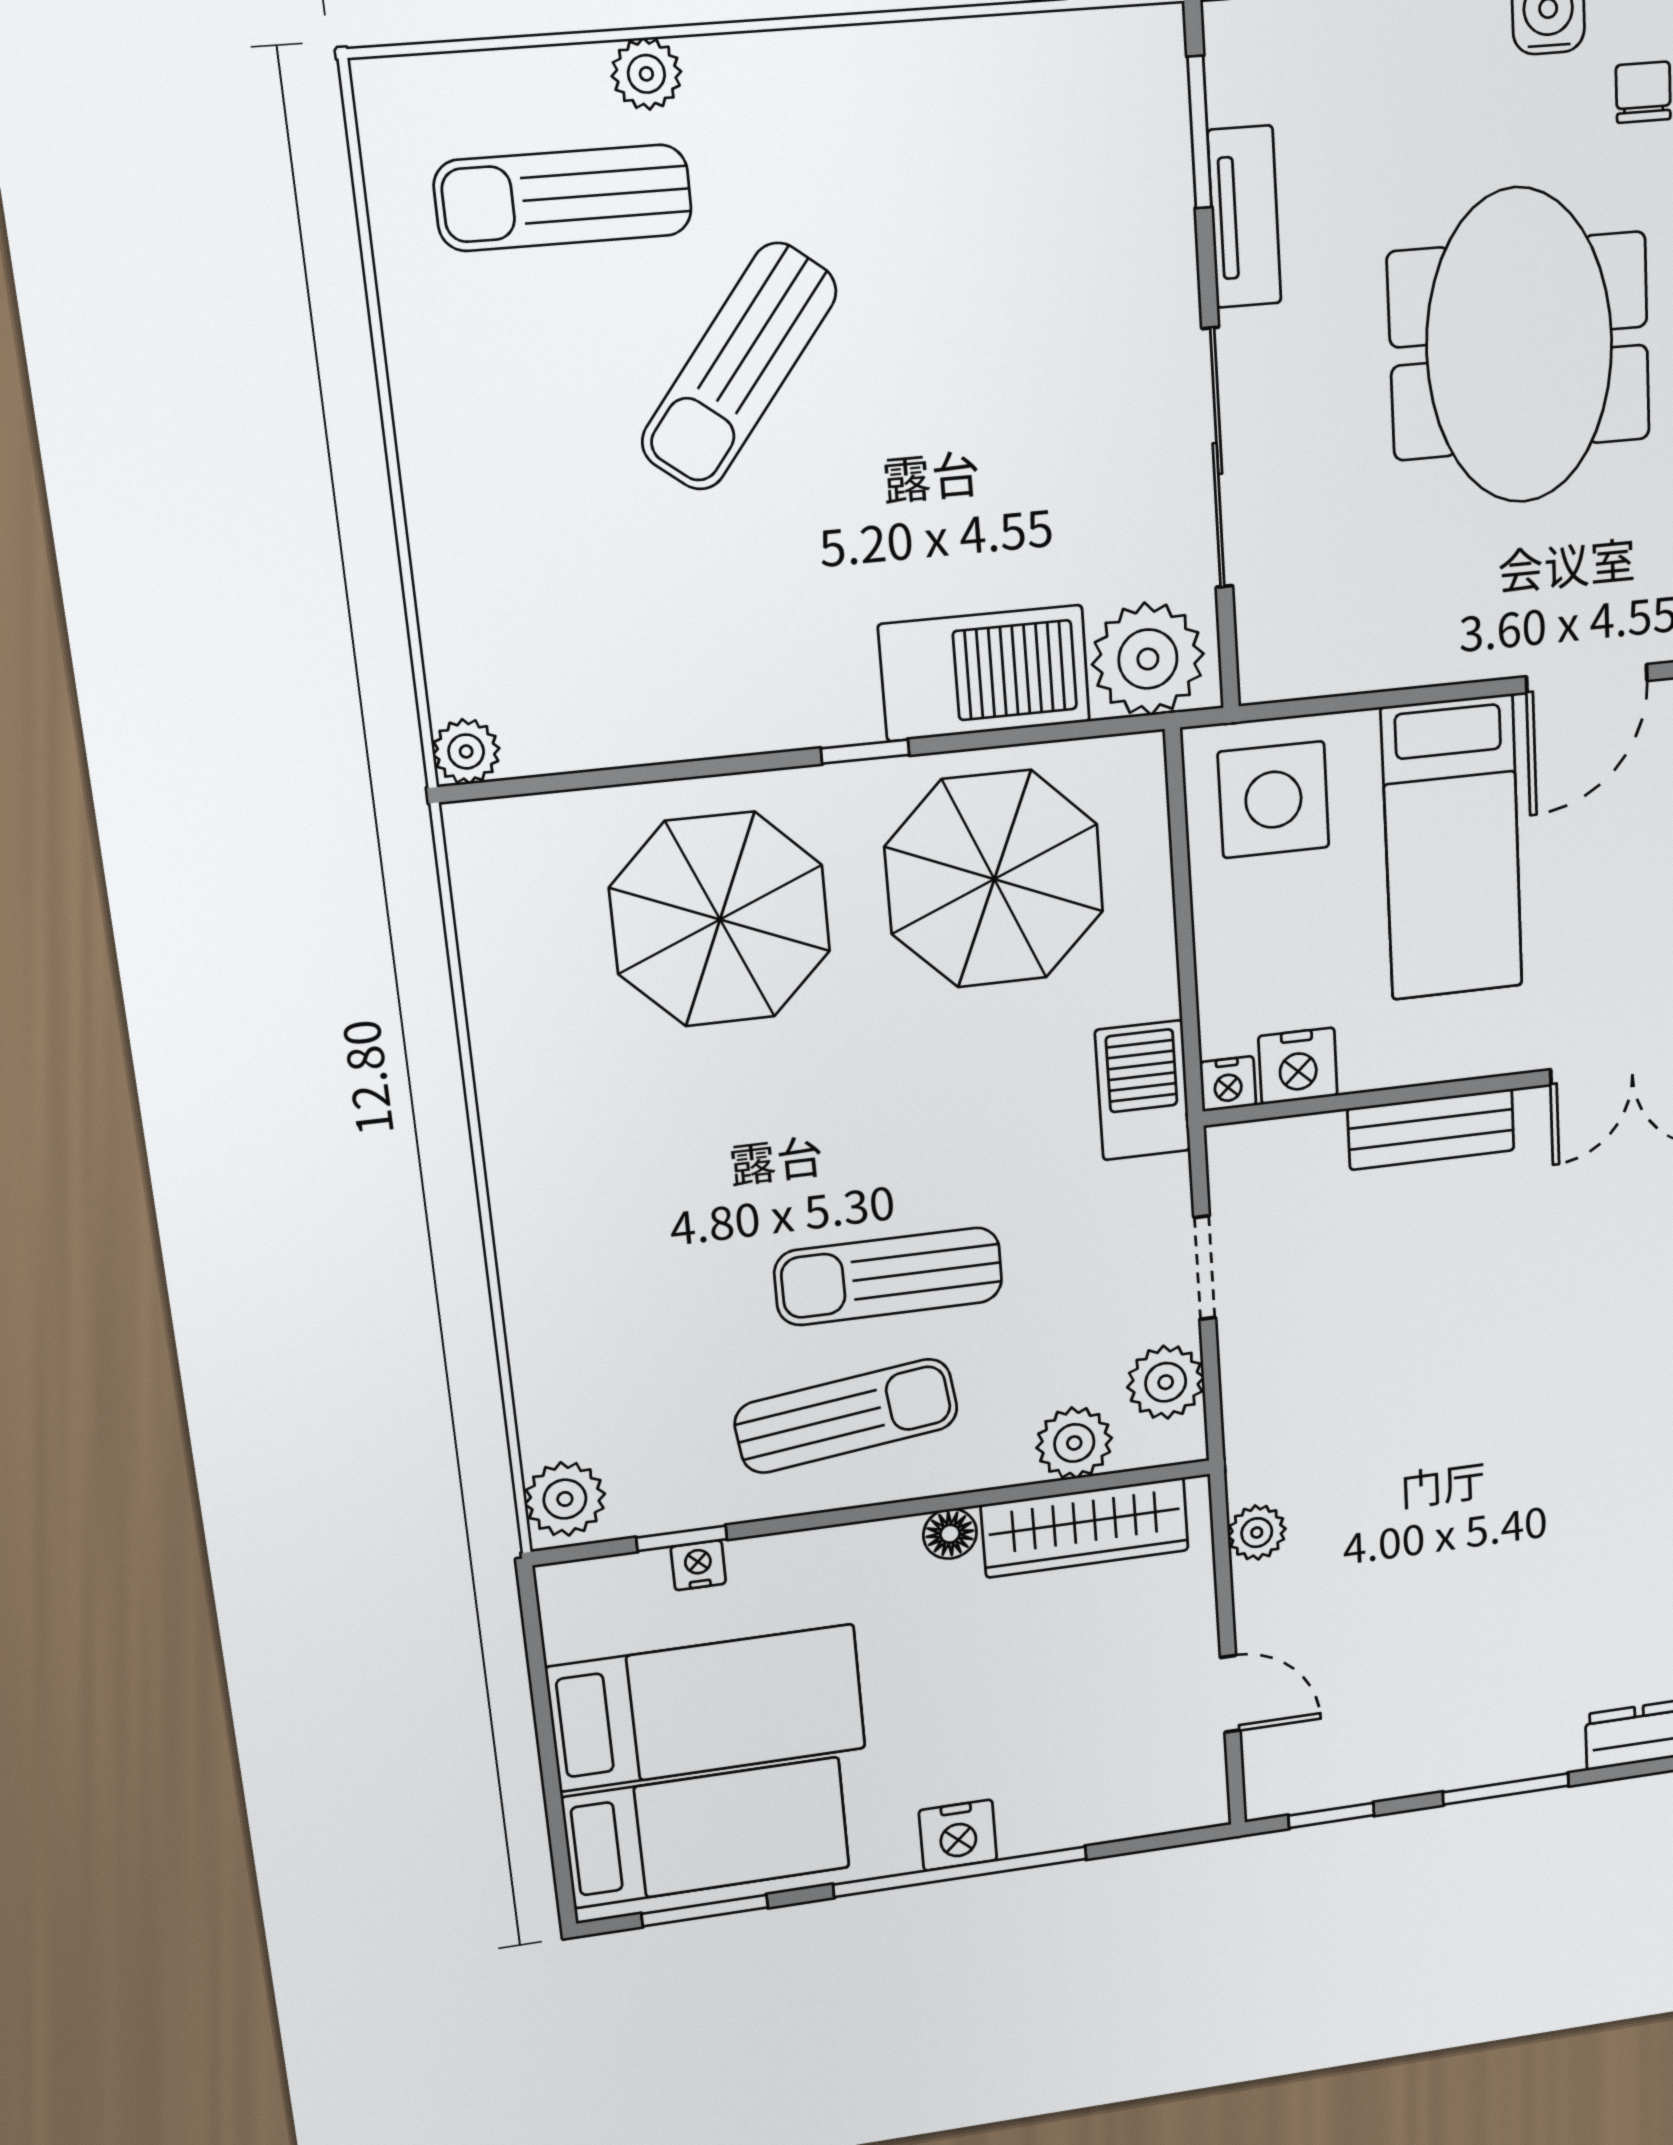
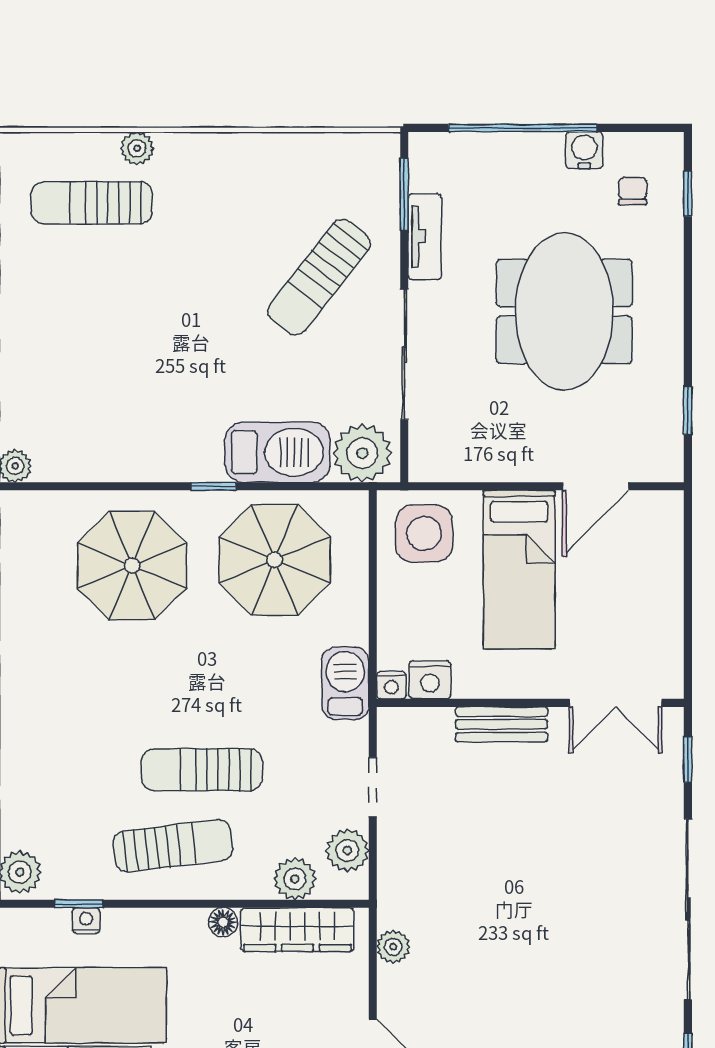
sun lounger: (739, 367) -> (319, 277), moved

